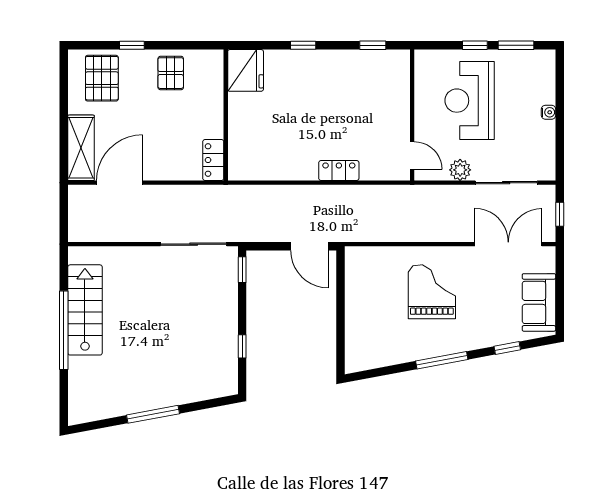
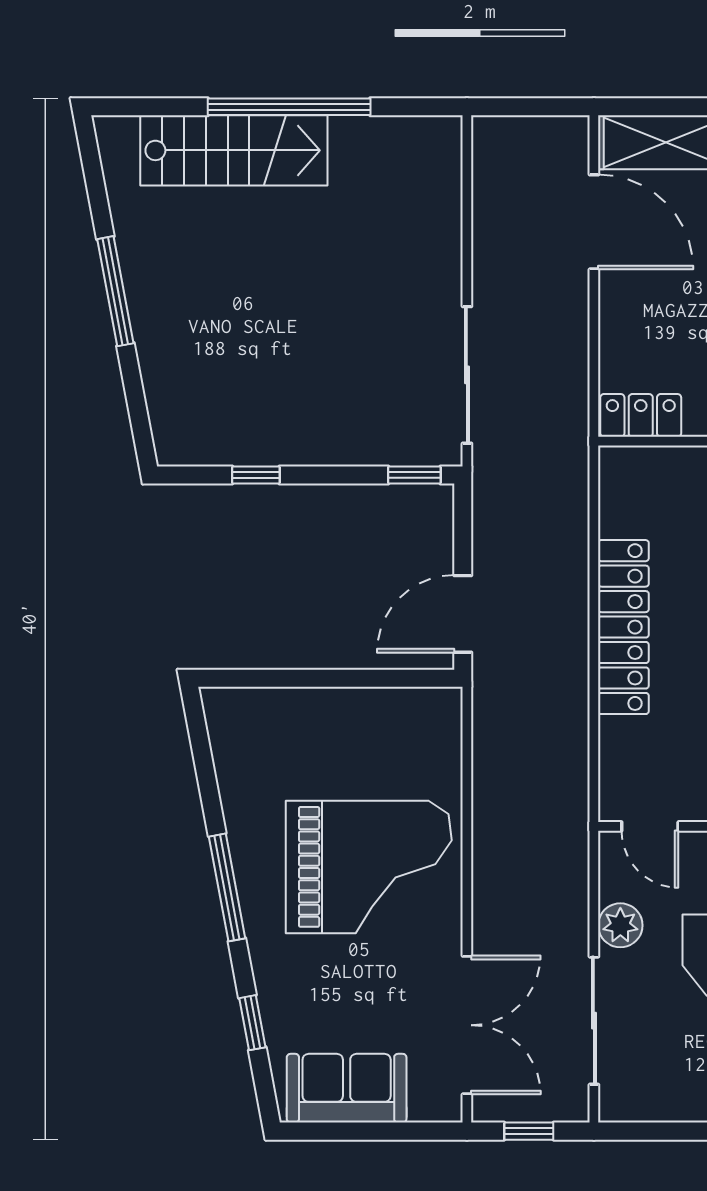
door: (412, 156) -> (650, 826), hinge flipped
locker: (339, 170) -> (623, 627), width x2.16, depth x1.21
grand piano: (432, 292) -> (369, 867), width x1.37, depth x1.48
stairs: (85, 310) -> (234, 150), moved

